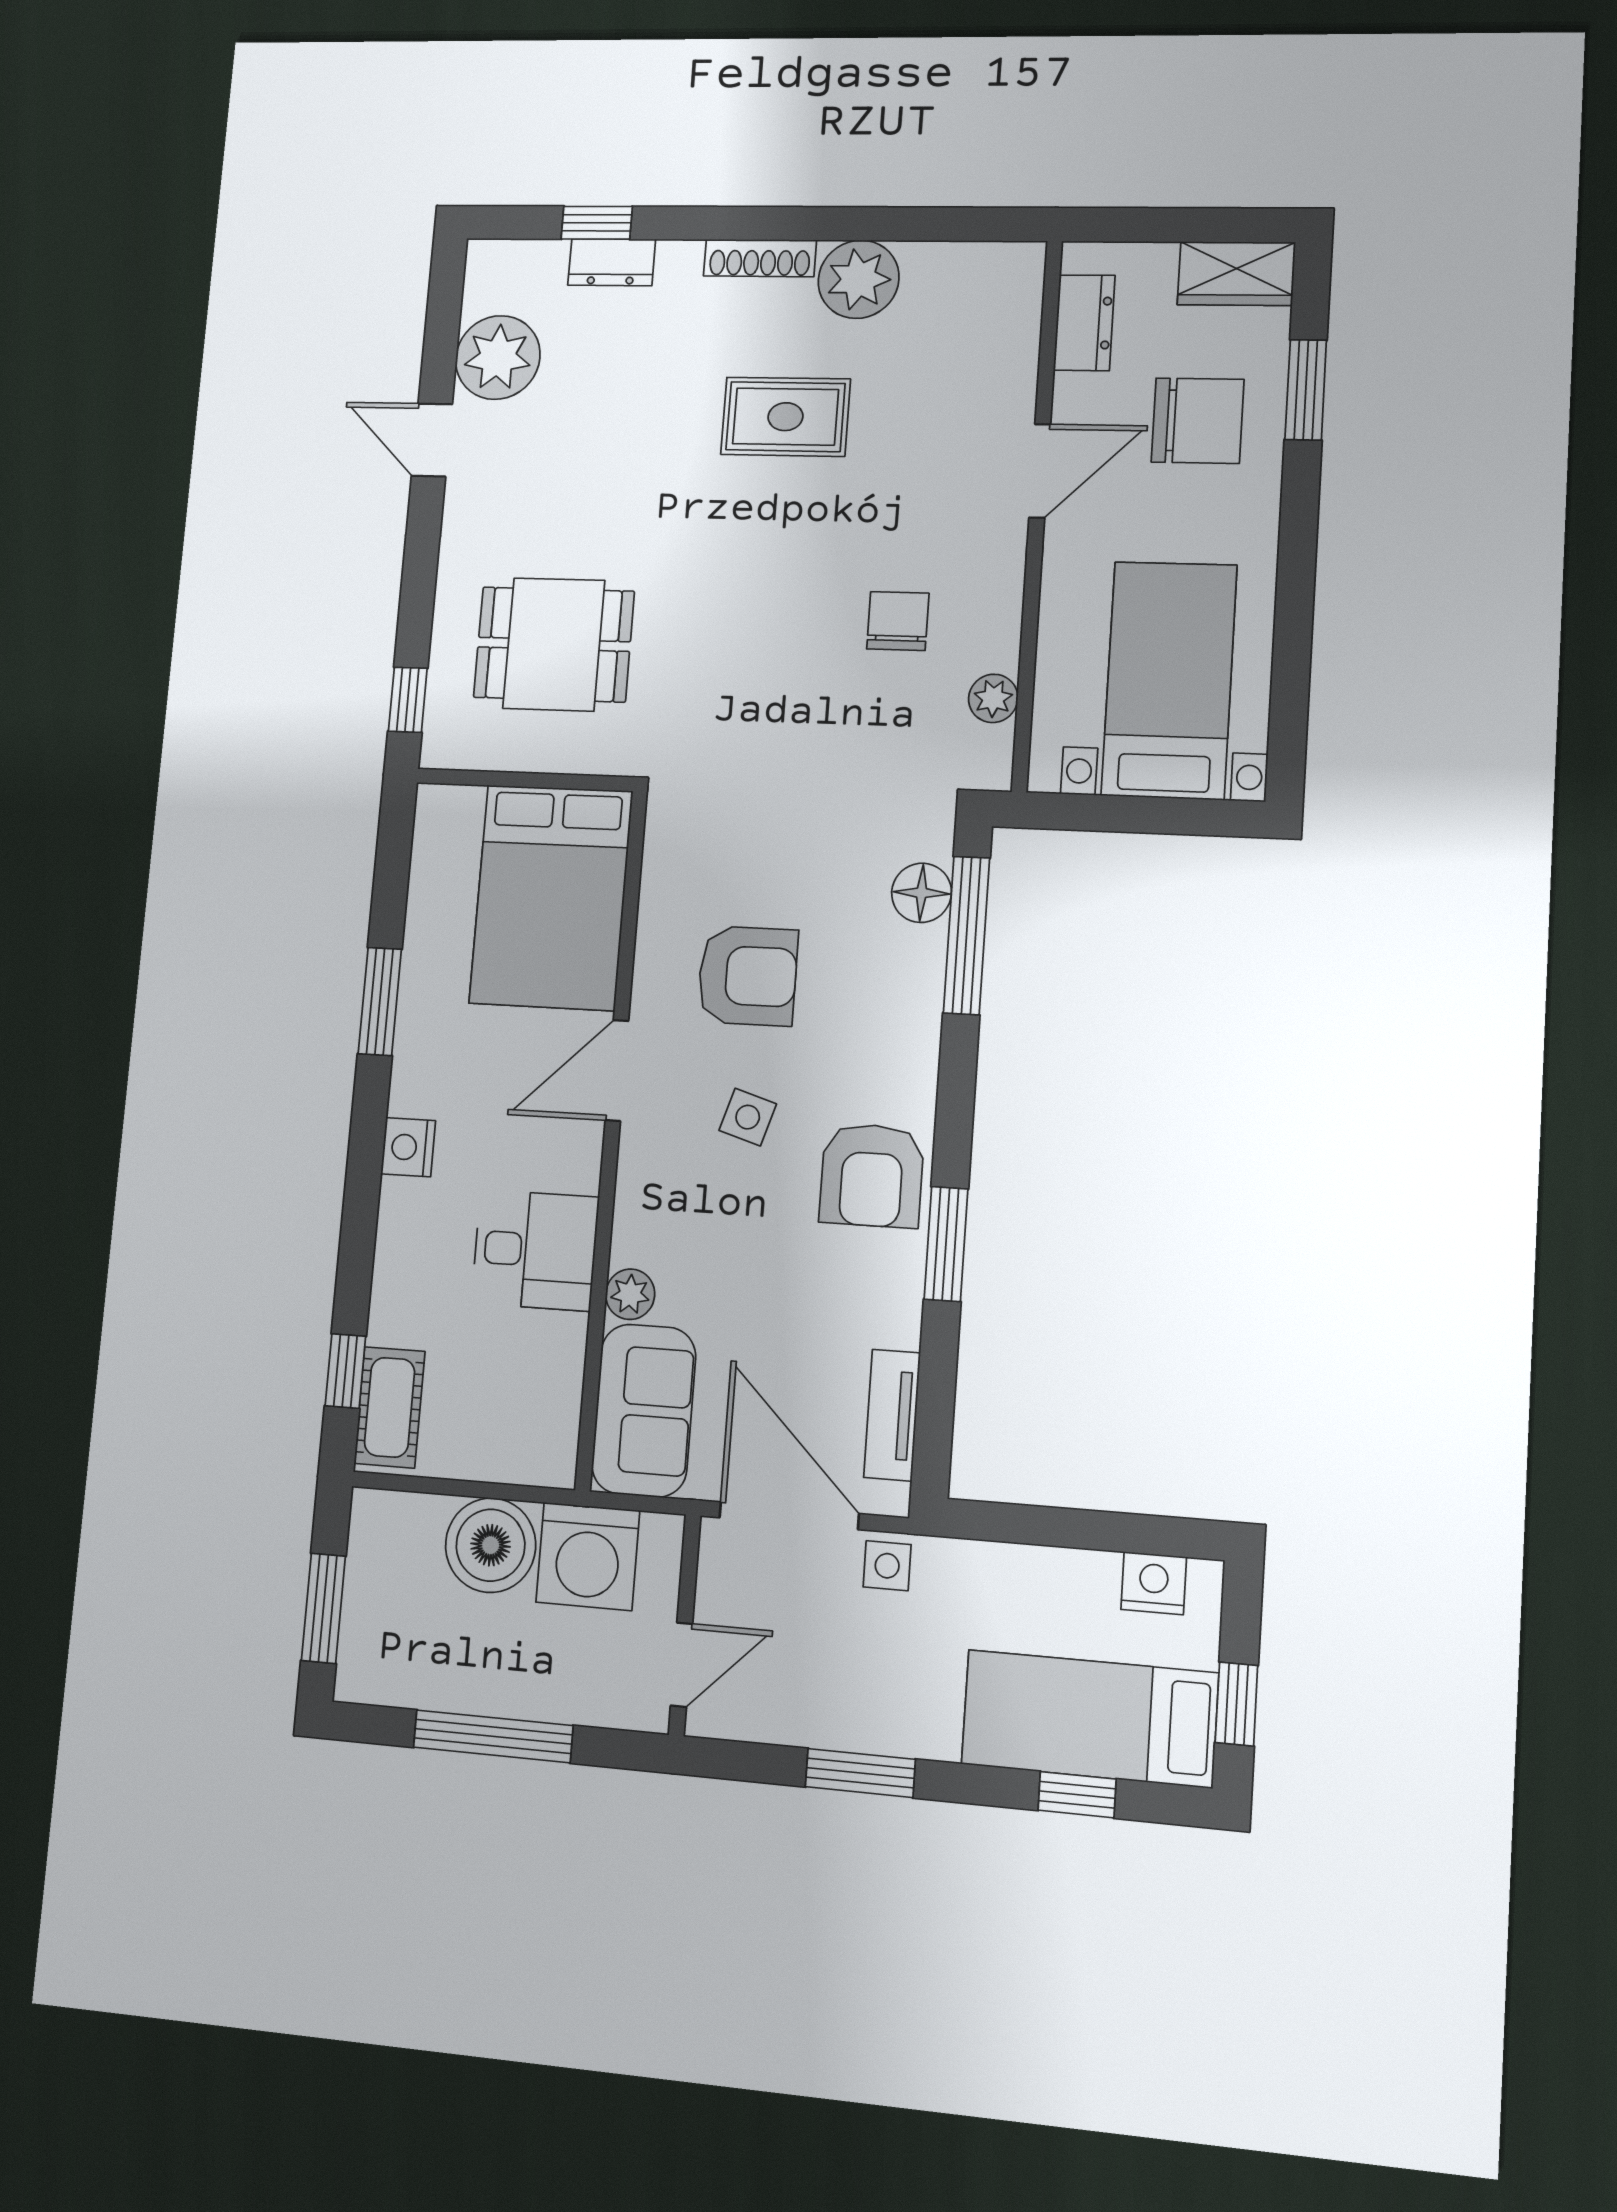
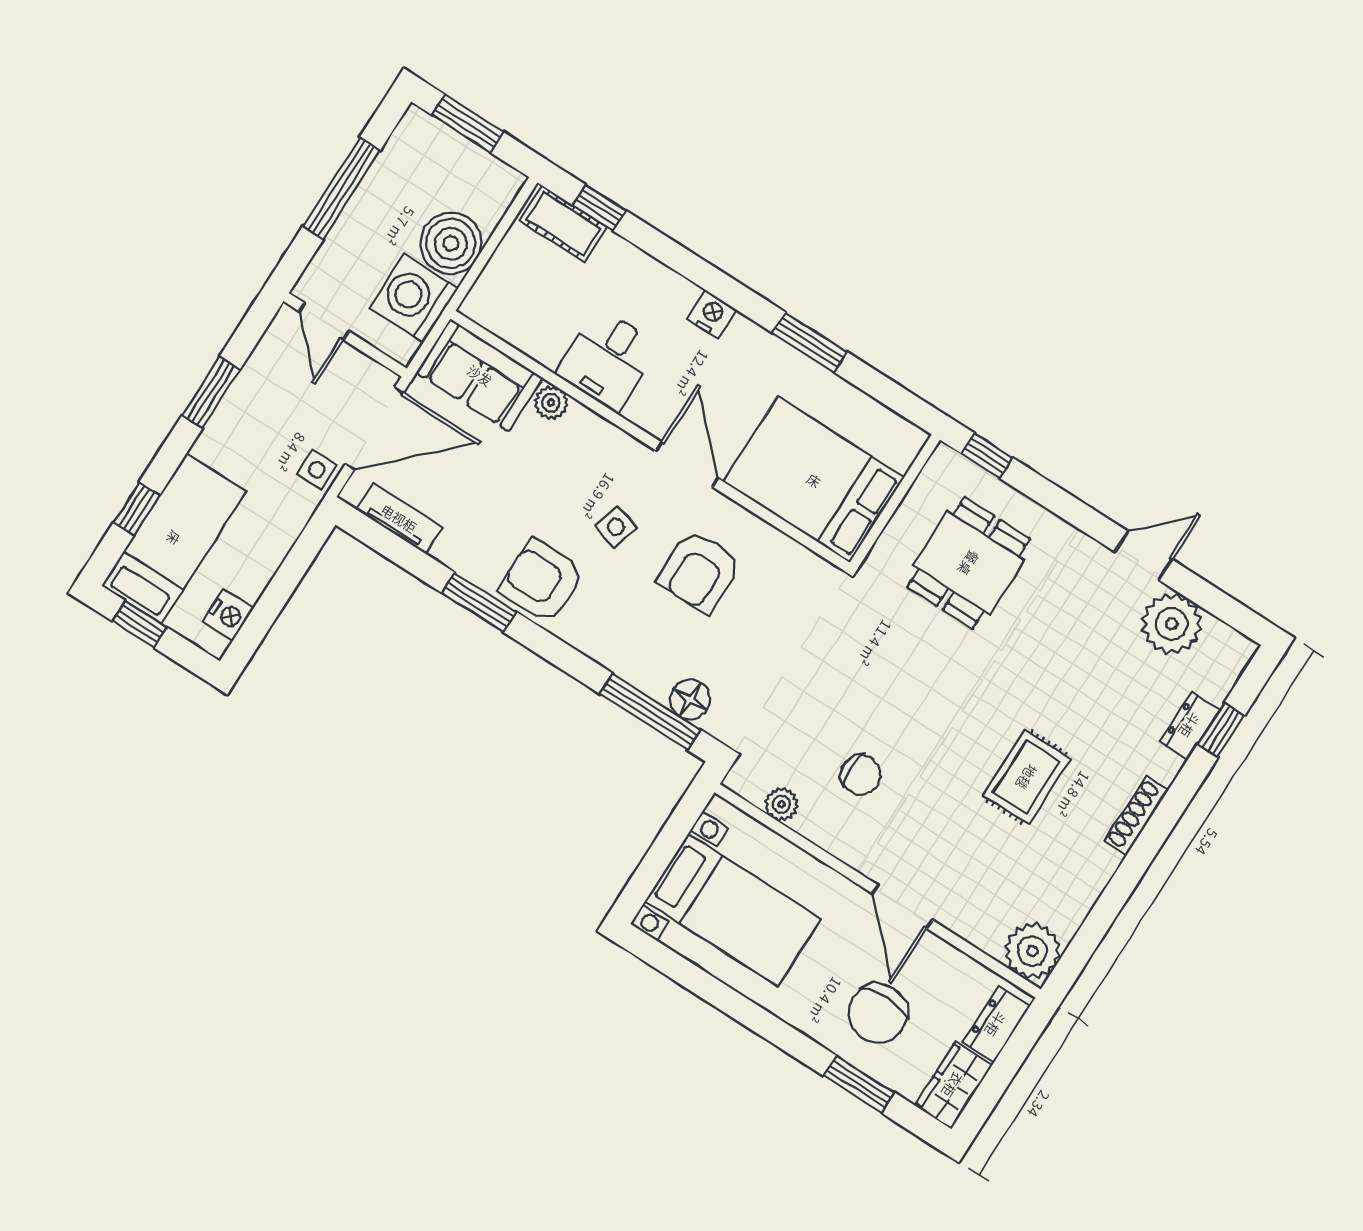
plant: (859, 279) -> (1032, 951), moved
dresser: (1084, 323) -> (996, 1024), moved, turned 90

